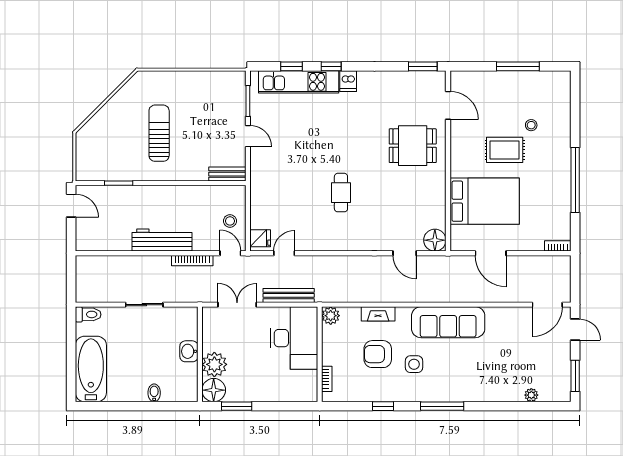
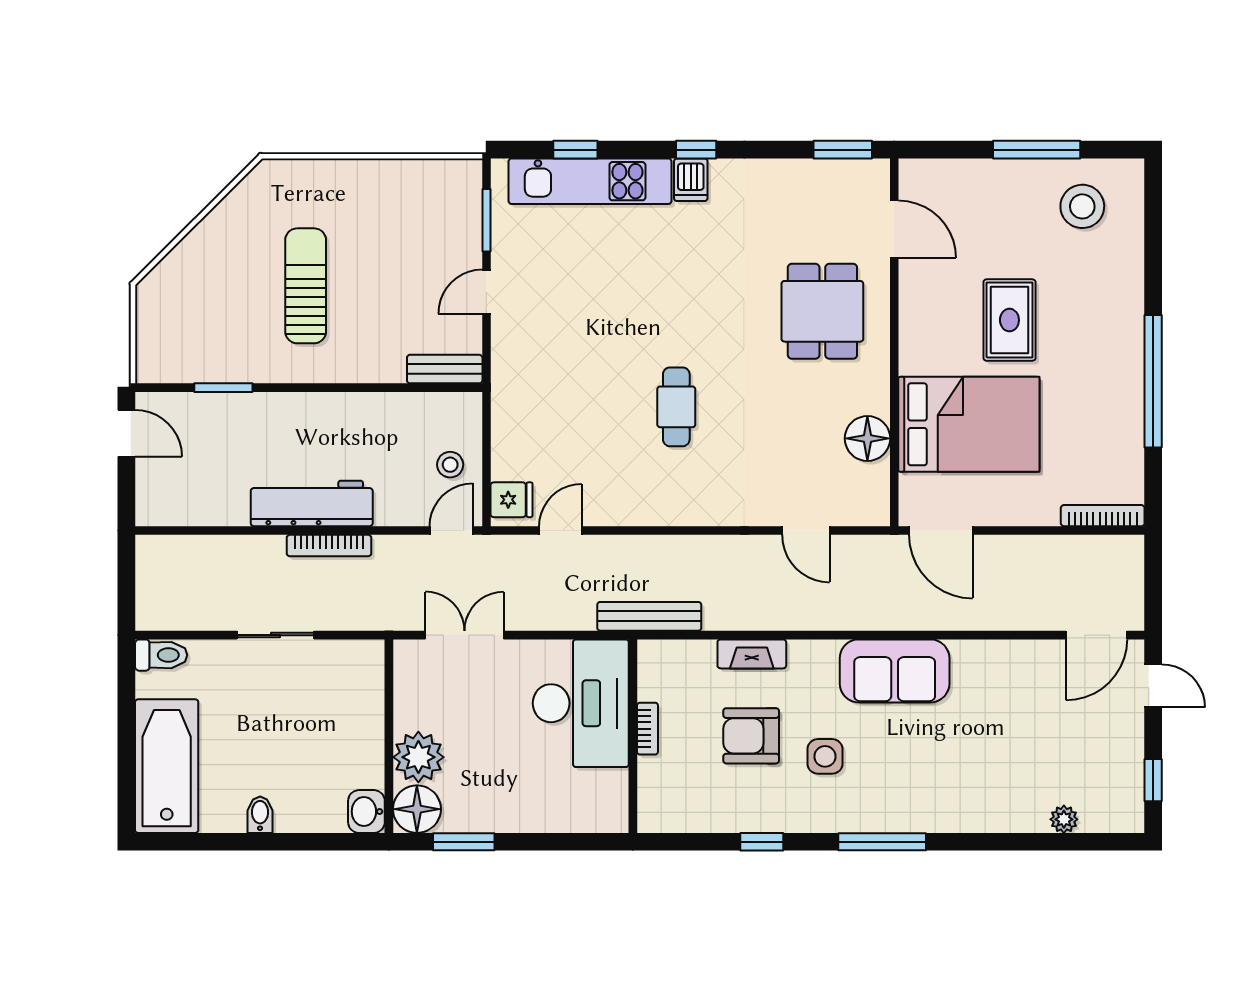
window: (331, 66) -> (696, 150), moved
stool: (531, 125) -> (1082, 206), moved, width x1.89, depth x1.89
door: (248, 136) -> (486, 292), swing flipped
dining table: (413, 146) -> (822, 311), turned 90
rug: (505, 150) -> (1009, 320), turned 90
floor lamp: (435, 240) -> (867, 438), moved
bookcase: (558, 246) -> (1103, 516), width x1.56
door: (230, 253) -> (451, 531), hinge flipped
door: (491, 253) -> (941, 531), moved
bookcase: (192, 261) -> (329, 546), moved
bench: (289, 295) -> (649, 616), moved
plant: (331, 316) -> (655, 657), removed
sofa: (448, 322) -> (895, 671), width x0.73
washbasin: (189, 351) -> (366, 812), moved
window: (575, 376) -> (1153, 780), width x0.67
bookcase: (327, 379) -> (647, 729), moved
bidet: (154, 393) -> (260, 815), moved

